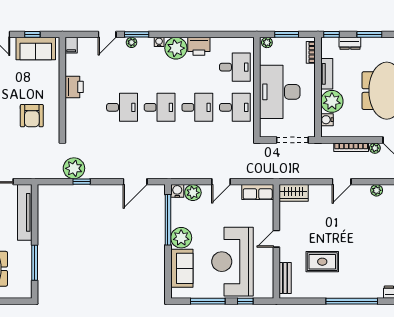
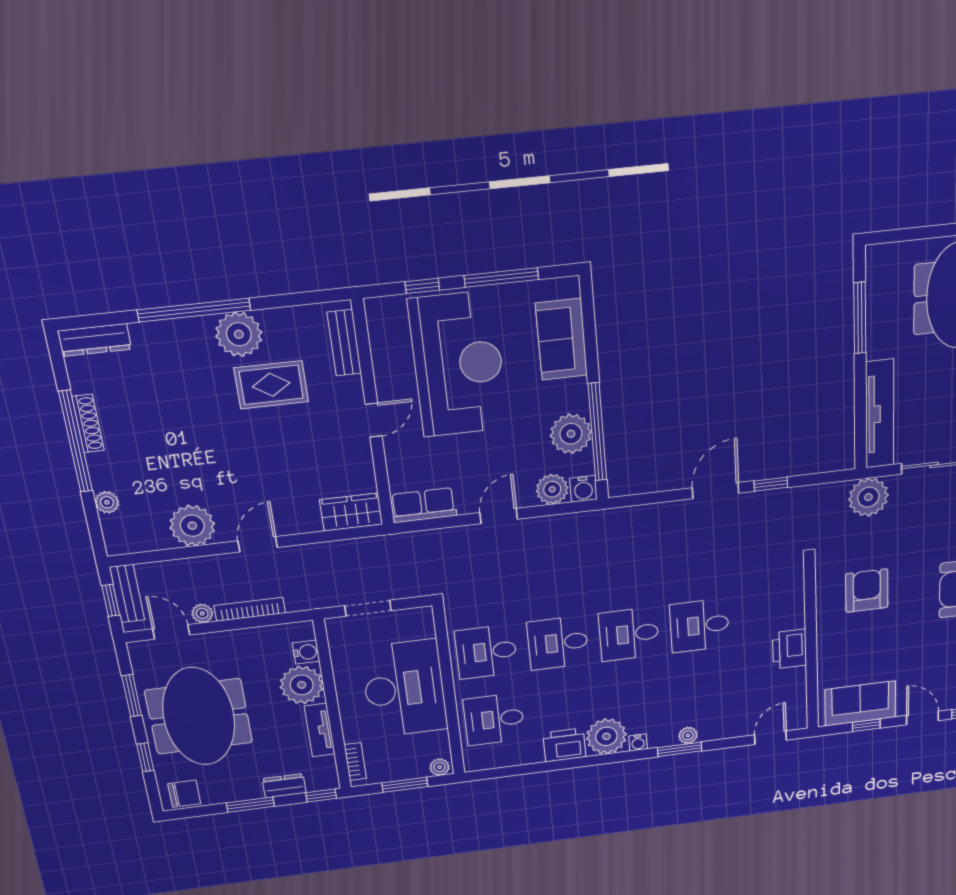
door: (107, 34) -> (770, 738), moved
filing cabinet: (71, 45) -> (797, 717), removed
doorway: (292, 140) -> (368, 608), width x0.73
plant: (74, 168) -> (868, 497), moved
door: (135, 182) -> (716, 491), moved
plant: (377, 190) -> (192, 526), width x1.88, depth x1.88
plant: (181, 238) -> (571, 434), moved
plant: (333, 288) -> (239, 334), added

